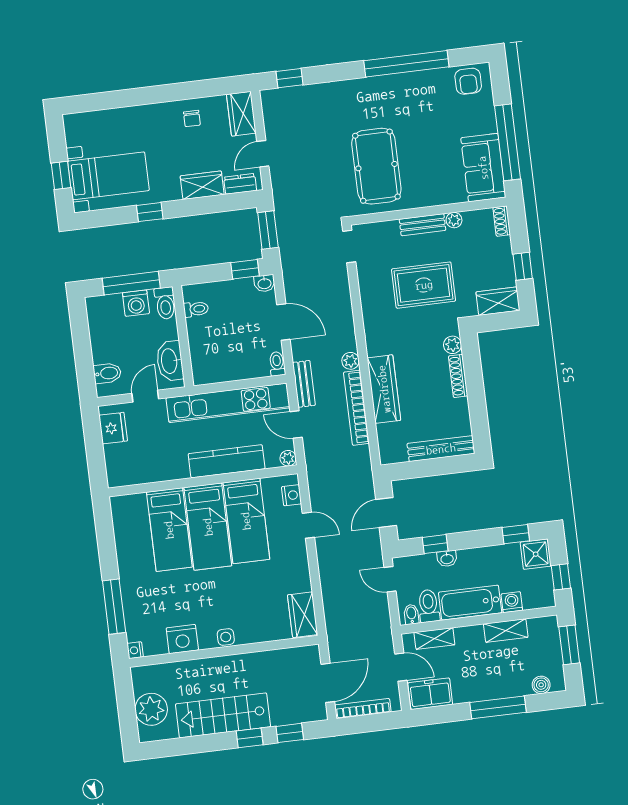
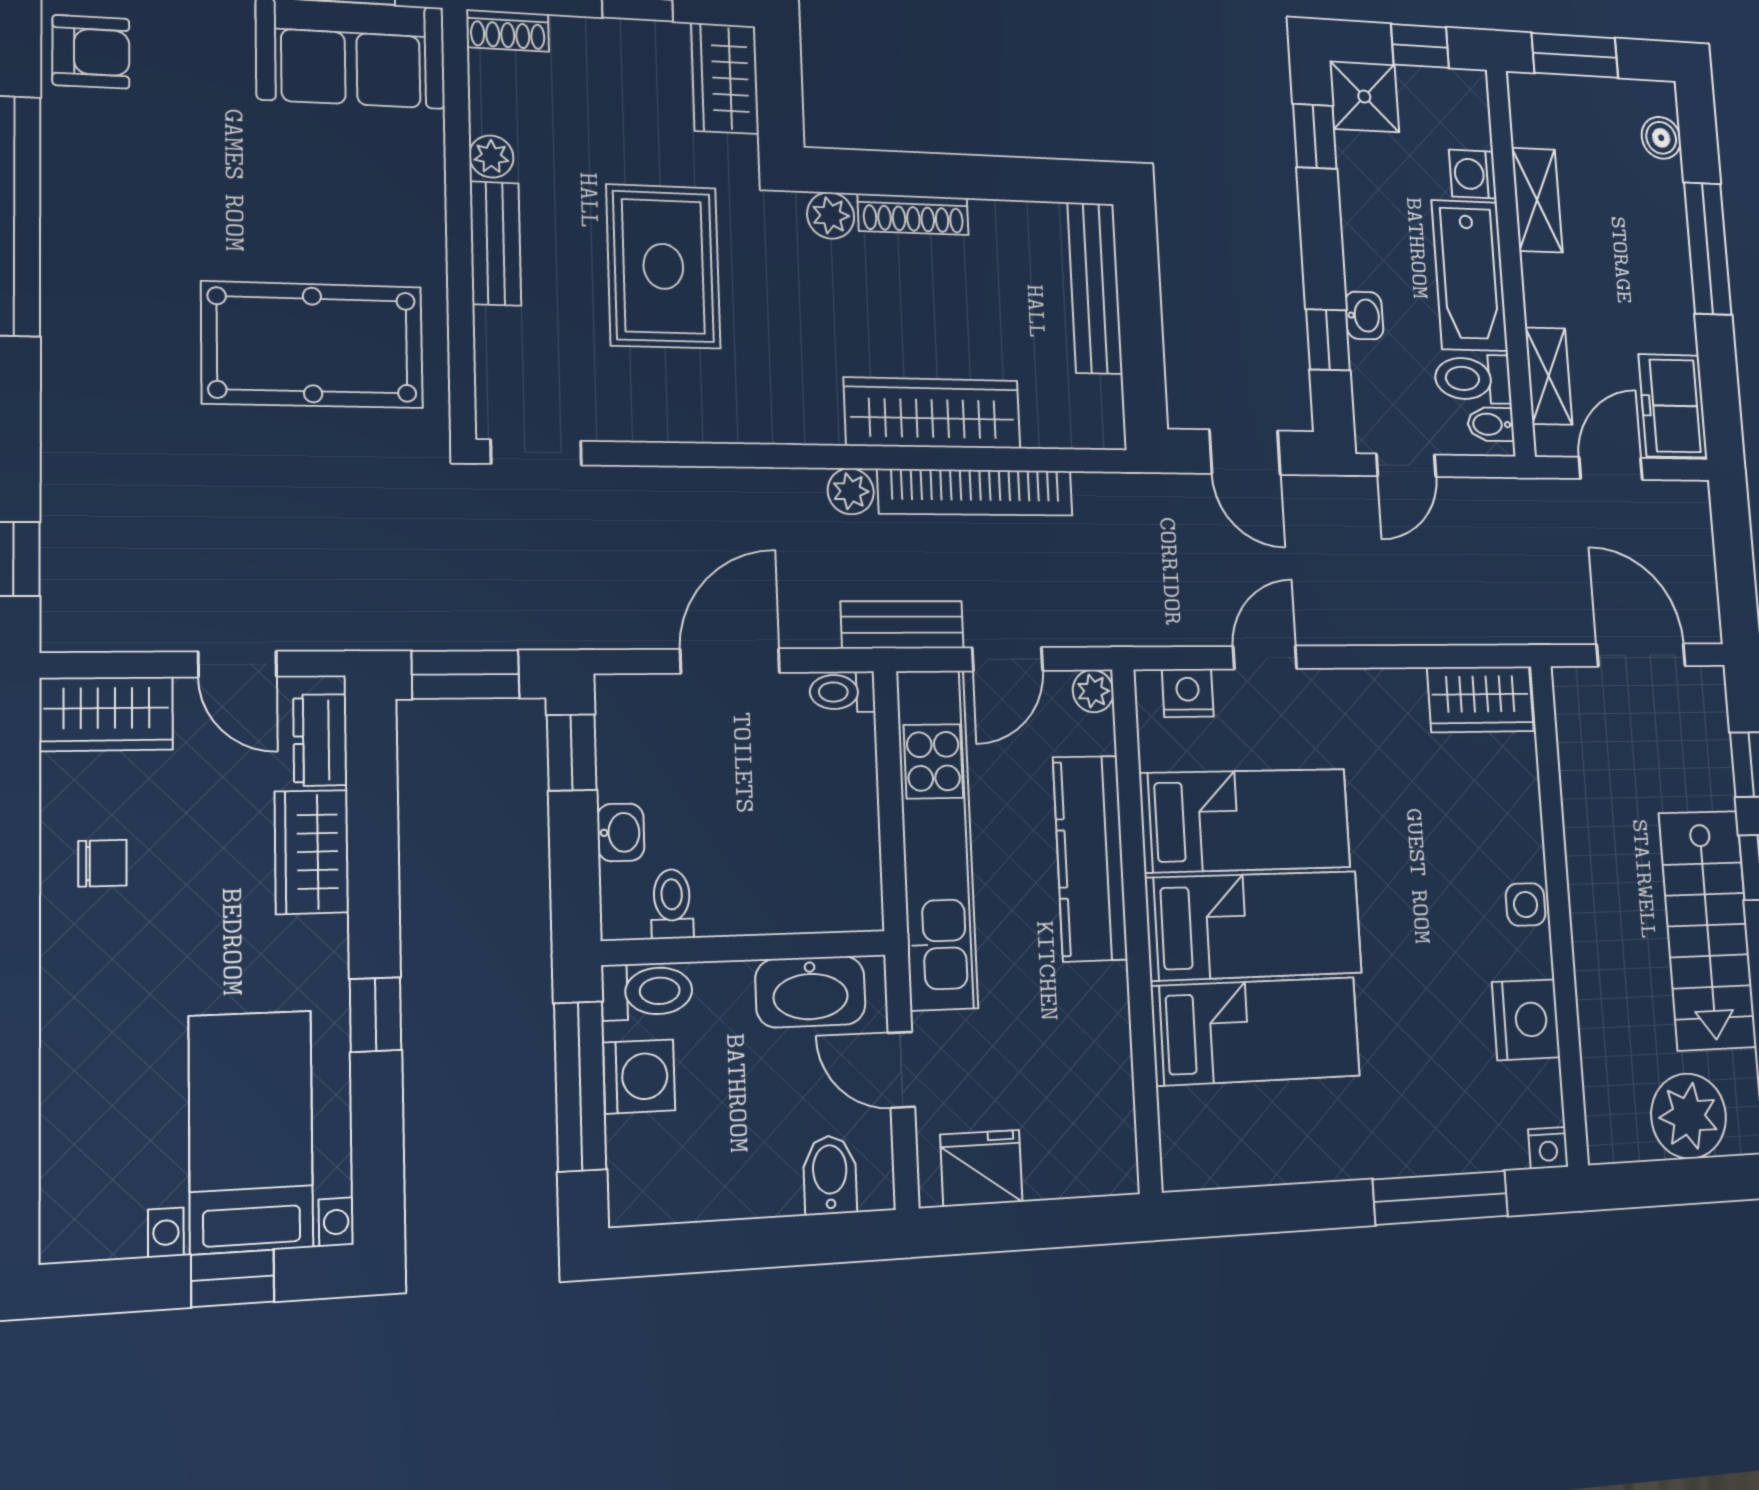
washbasin: (264, 283) -> (621, 832), moved
bookcase: (363, 709) -> (1701, 576), removed

